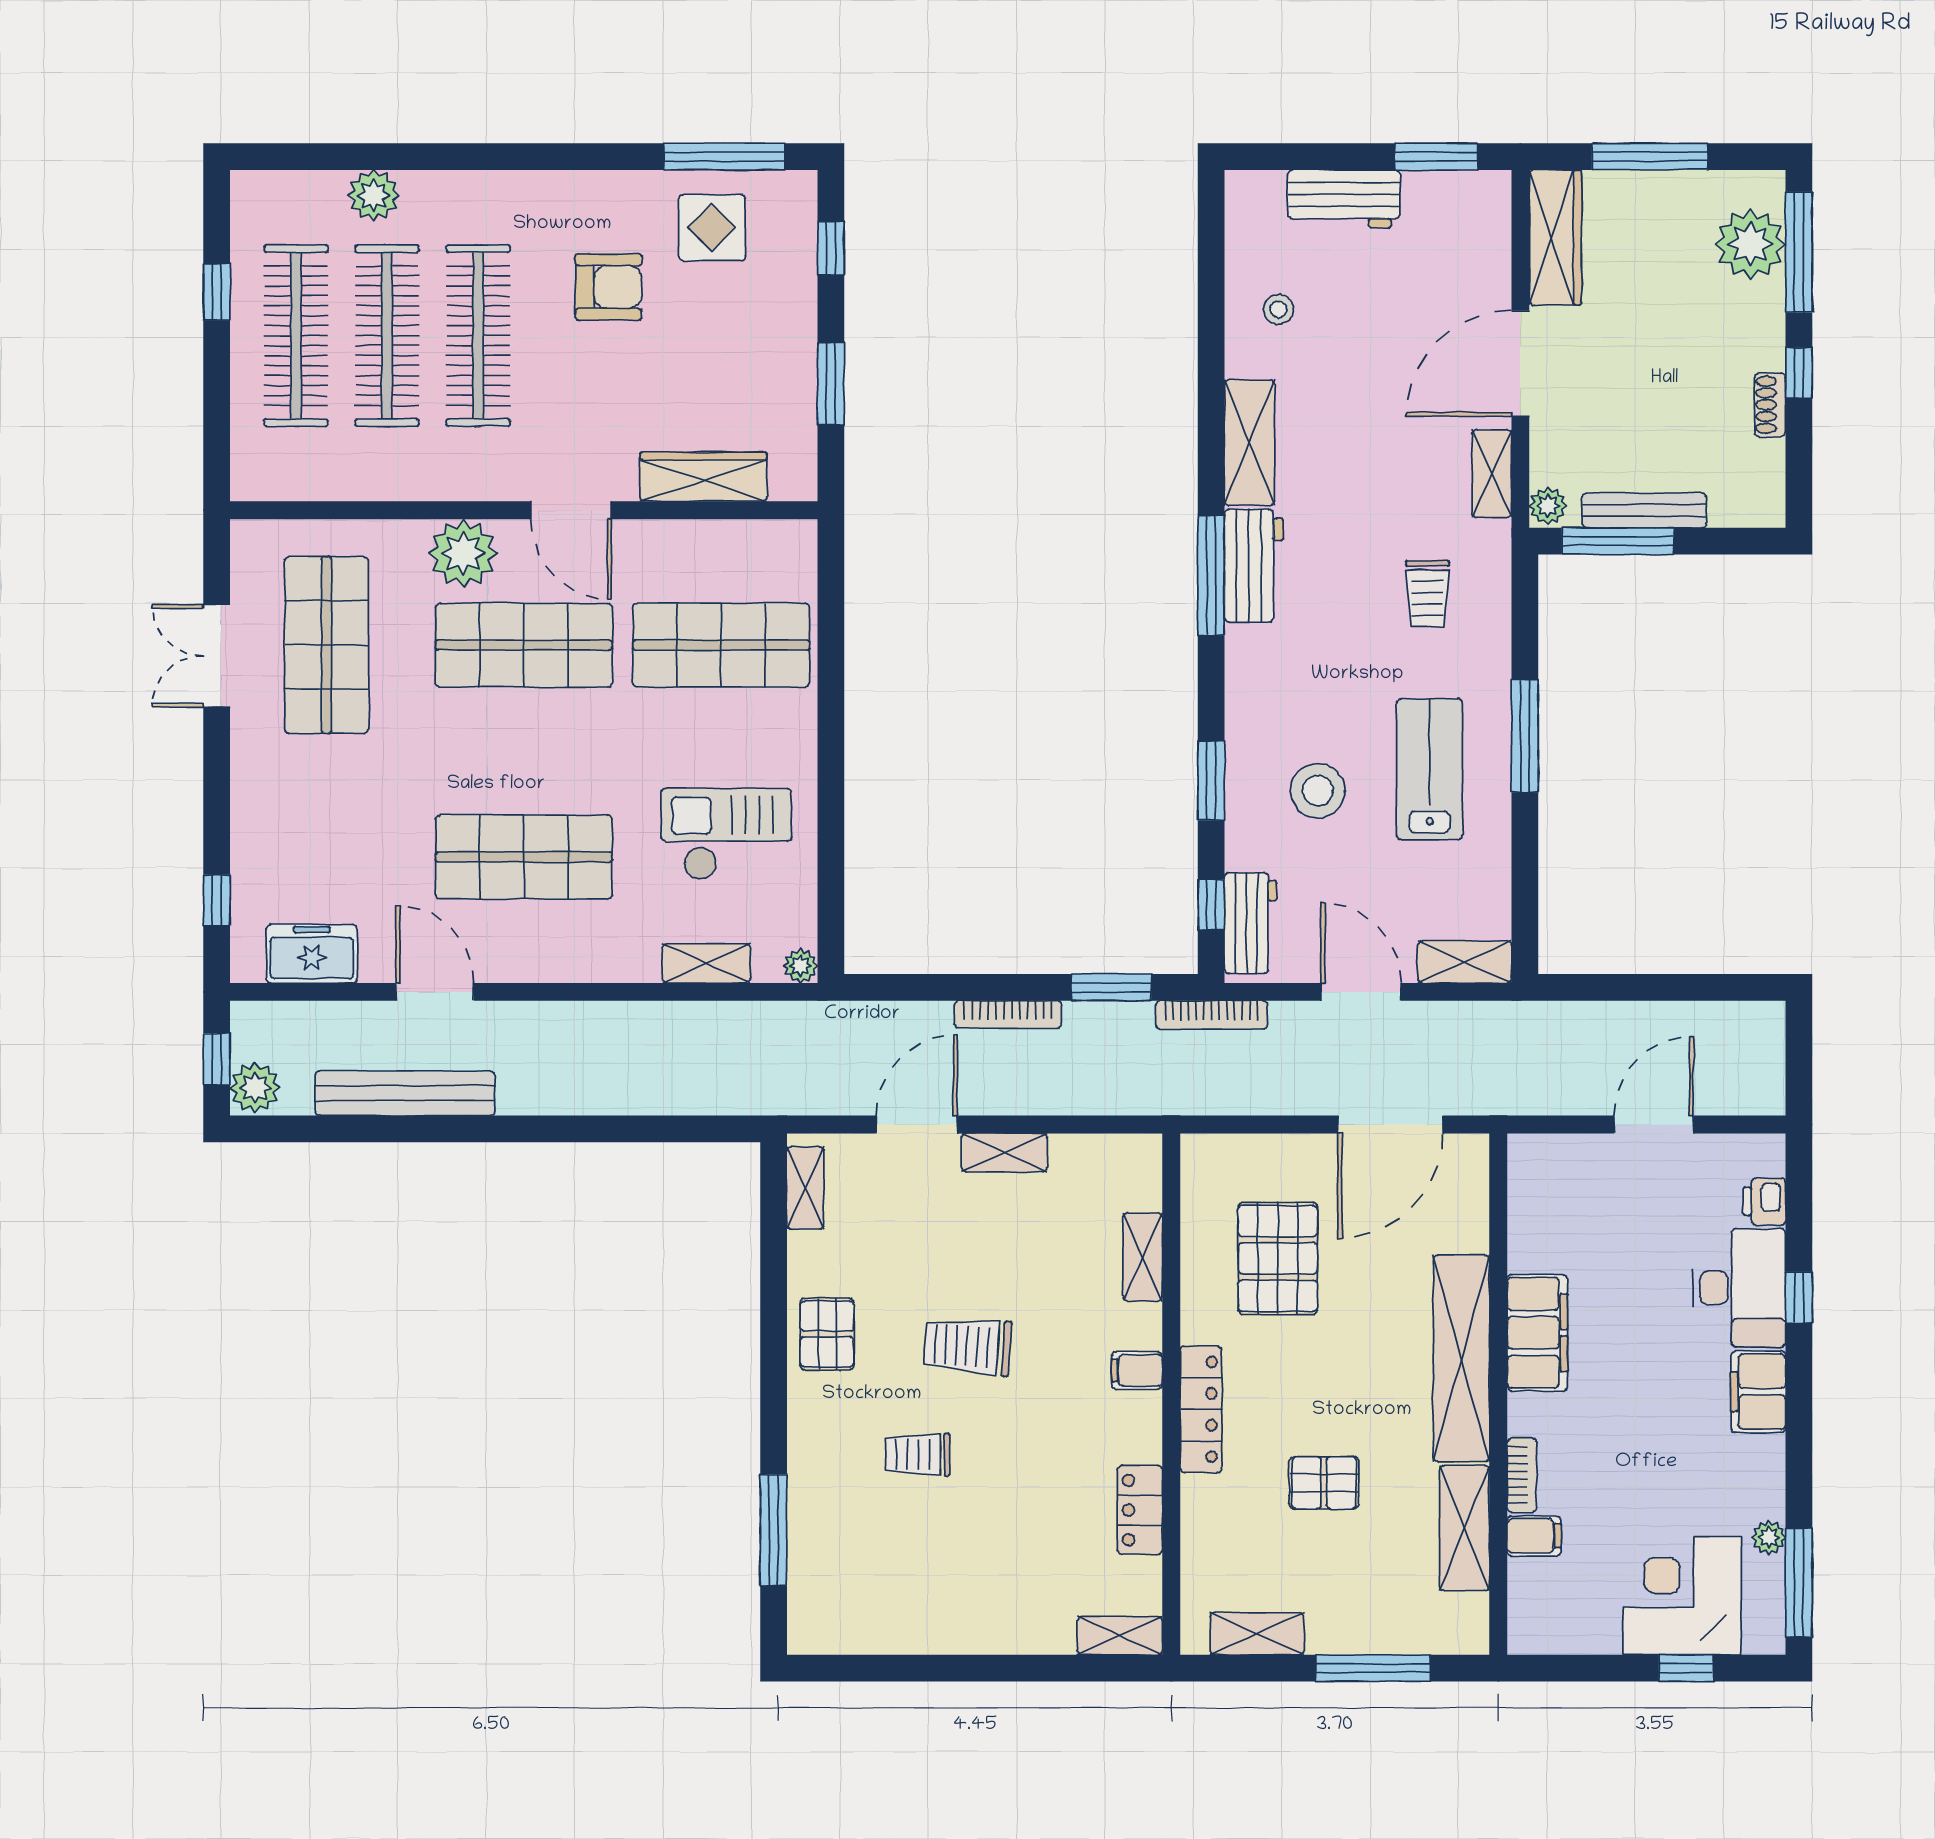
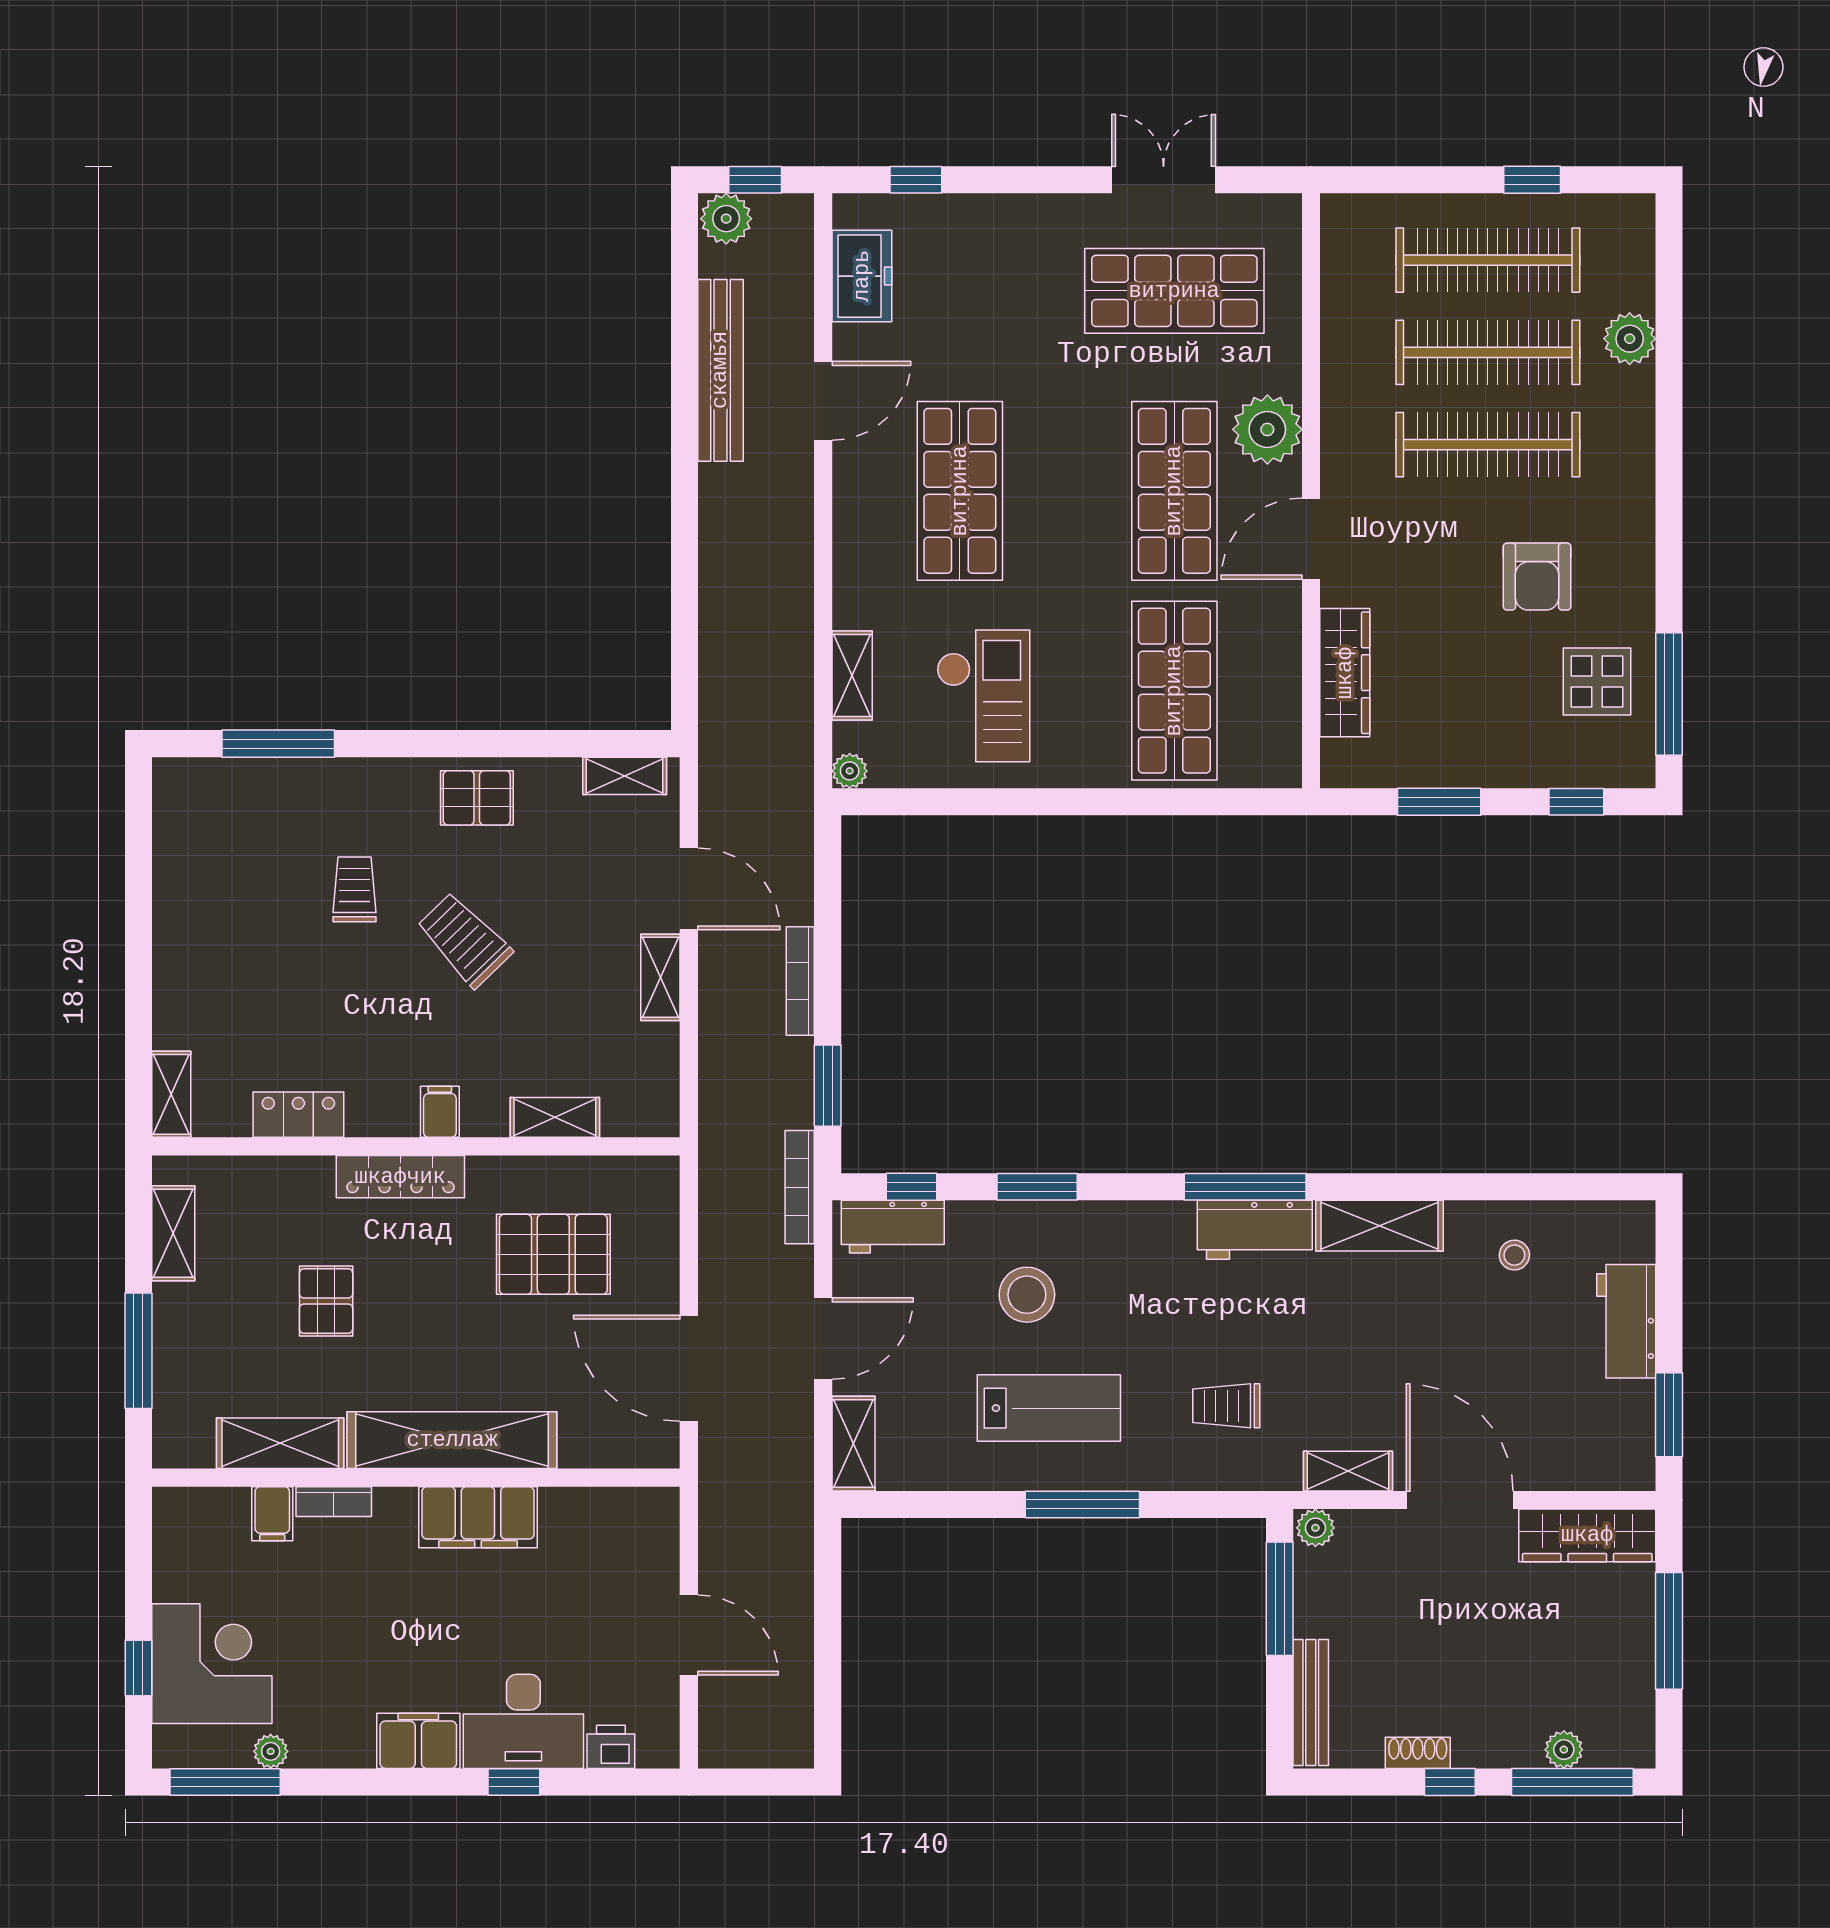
plant: (1750, 244) -> (1564, 1750), width x0.53, depth x0.53
bench: (1644, 510) -> (1311, 1702), moved
trolley: (967, 1346) -> (464, 940), turned -48

